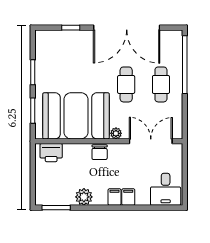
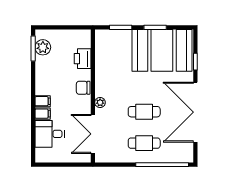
booth: (76, 116) -> (162, 50), moved, turned 90
double door: (151, 141) -> (93, 134), swing flipped
printer: (51, 153) -> (83, 59), moved
desk: (166, 189) -> (50, 134), moved
plant: (84, 197) -> (43, 47), moved

